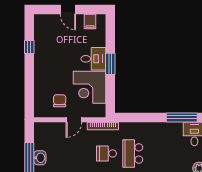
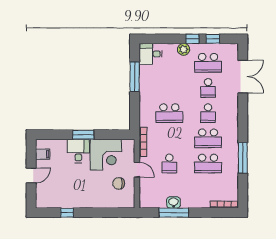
window: (182, 117) -> (135, 77), moved
school desk: (107, 153) -> (169, 164), moved

